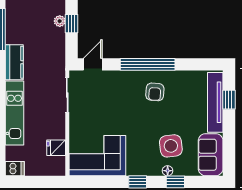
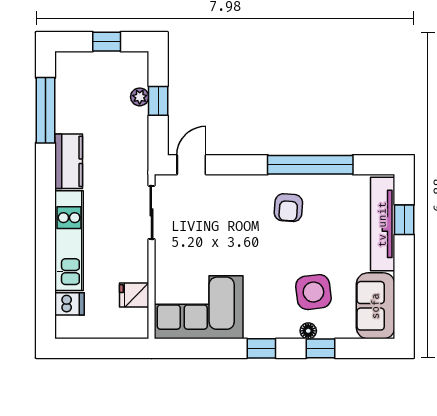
window: (148, 64) -> (310, 165), moved
dishwasher: (15, 169) -> (69, 304), moved

